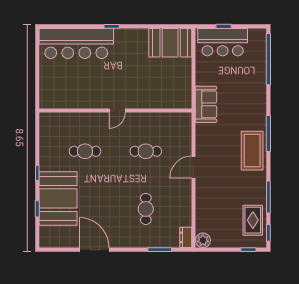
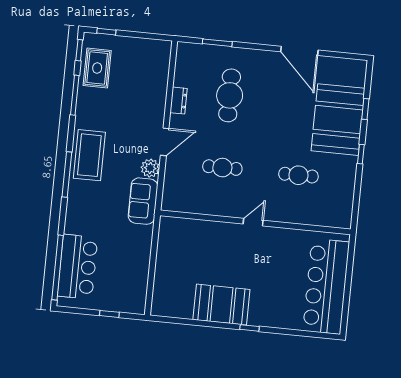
bar counter: (223, 42) -> (78, 267), moved, turned 90
bar counter: (76, 43) -> (326, 286), moved, turned -90
booth: (170, 43) -> (221, 305), moved
sofa: (206, 104) -> (143, 201), moved
cafe table: (146, 209) -> (230, 95), width x1.37, depth x1.35
dresser: (186, 237) -> (179, 101), moved
plant: (203, 240) -> (150, 168), moved

